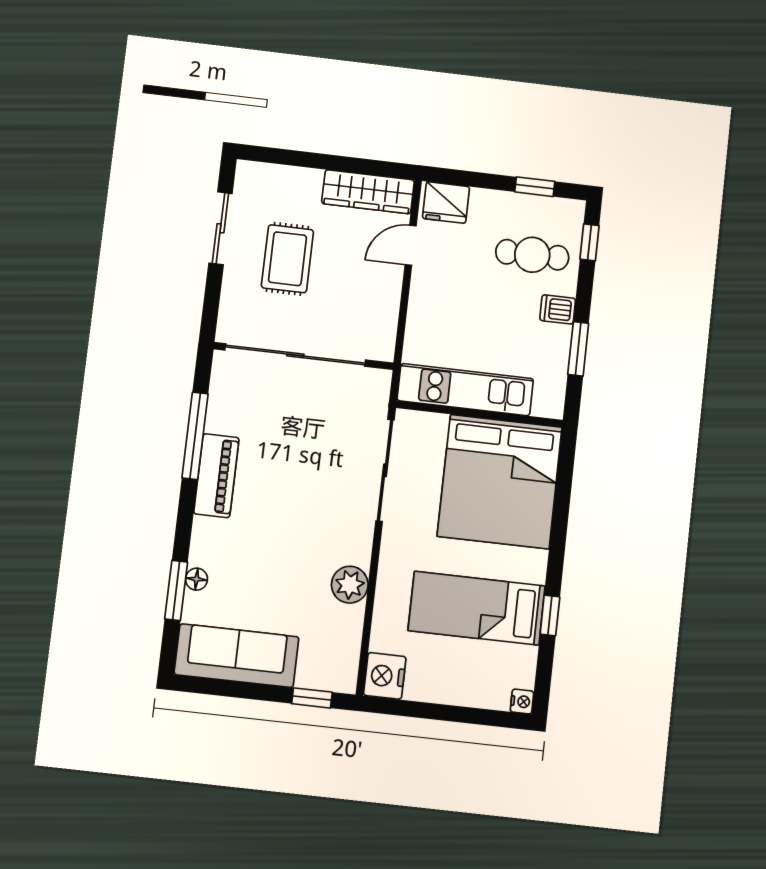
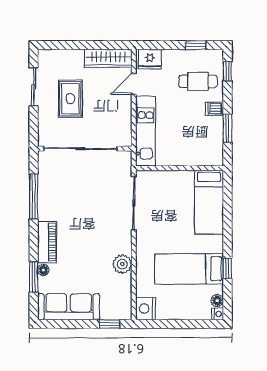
kitchen unit: (465, 390) -> (146, 131), moved, turned 90
piano: (216, 476) -> (47, 242), moved
bed: (500, 482) -> (209, 202), width x0.49
floor lamp: (524, 676) -> (217, 301), added

